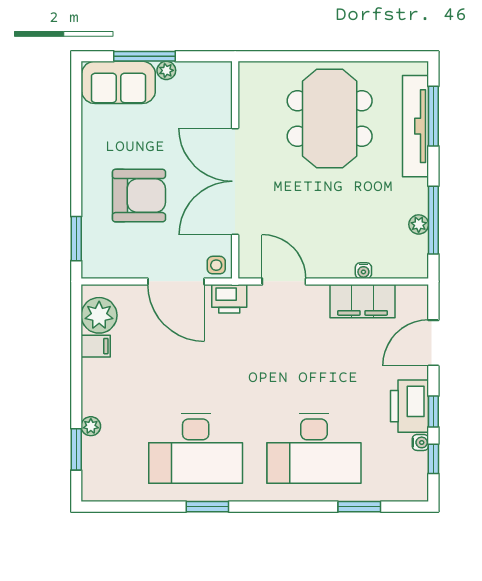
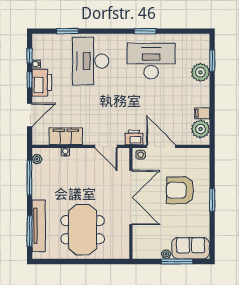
plant: (419, 224) -> (37, 159), moved
window: (76, 239) -> (212, 200), moved
plant: (91, 426) -> (200, 72), width x1.88, depth x1.88
desk: (314, 448) -> (91, 61), turned -90

